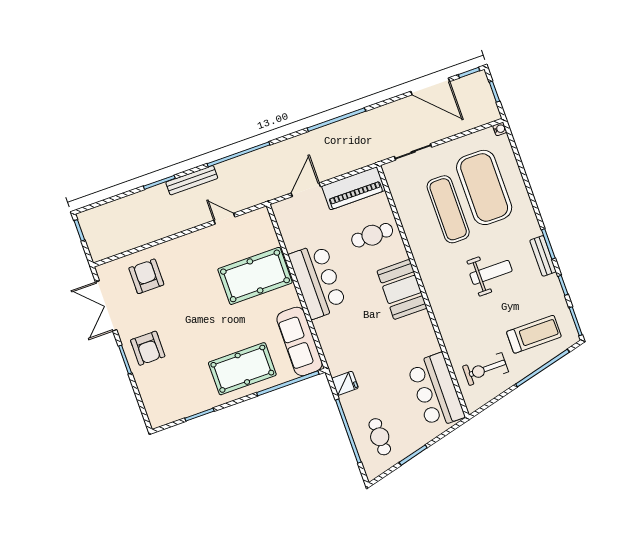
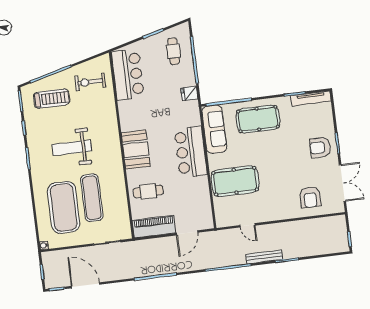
bench: (543, 256) -> (33, 151), removed
weight bench: (491, 272) -> (72, 148), width x1.36, depth x1.33
bar counter: (318, 281) -> (191, 152), moved
treadmill: (534, 334) -> (52, 99), turned 180
armchair: (148, 348) -> (320, 148), turned -90
exercise bike: (485, 369) -> (90, 82), turned 180
tv unit: (175, 413) -> (311, 98), added

